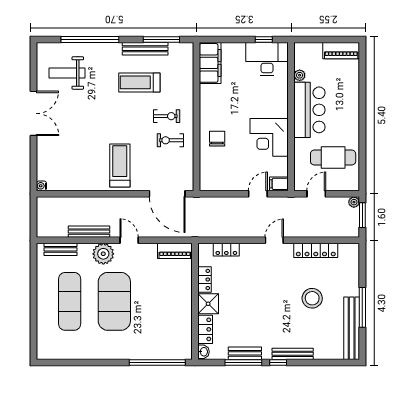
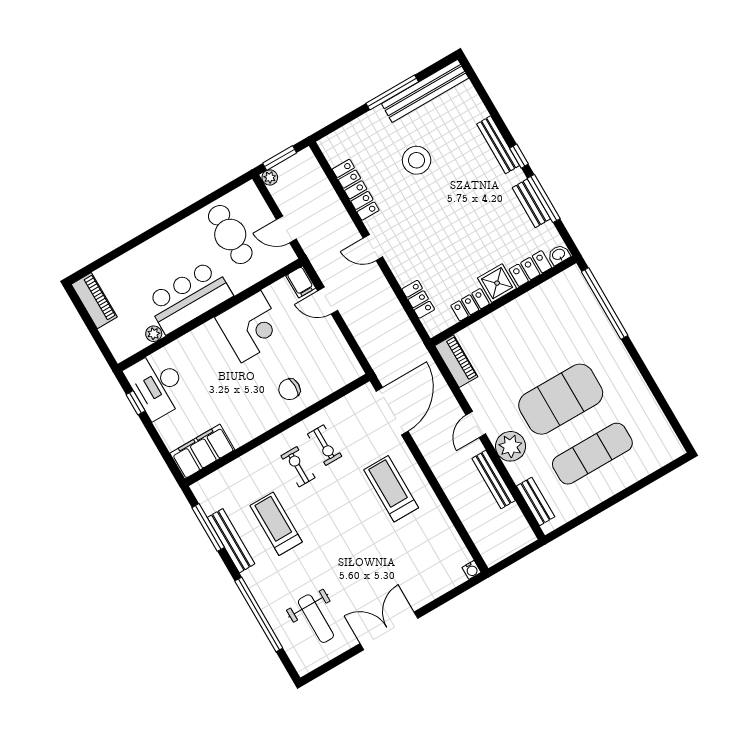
treadmill: (139, 82) -> (276, 524), turned 180
treadmill: (120, 165) -> (391, 489), turned 90

